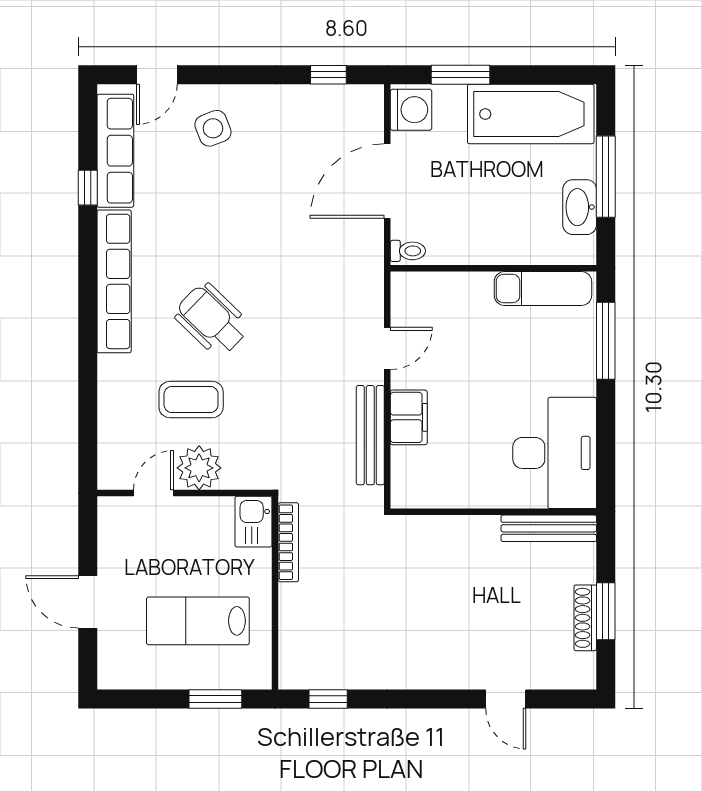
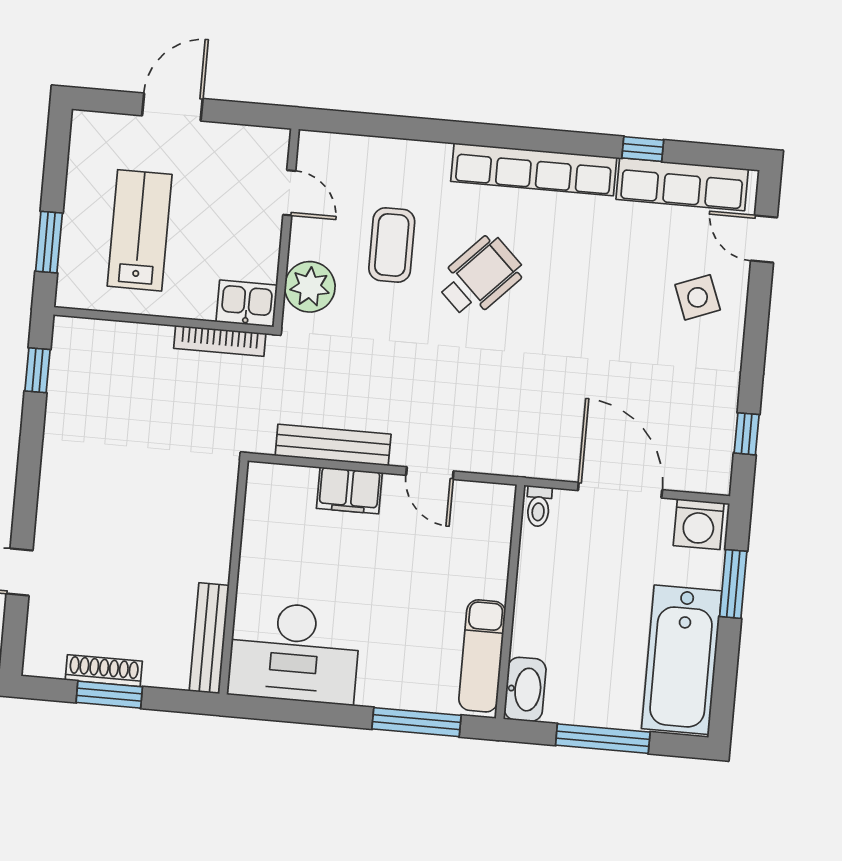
washbasin: (580, 207) -> (525, 689), moved, turned 90
plant: (199, 468) -> (310, 287), moved

